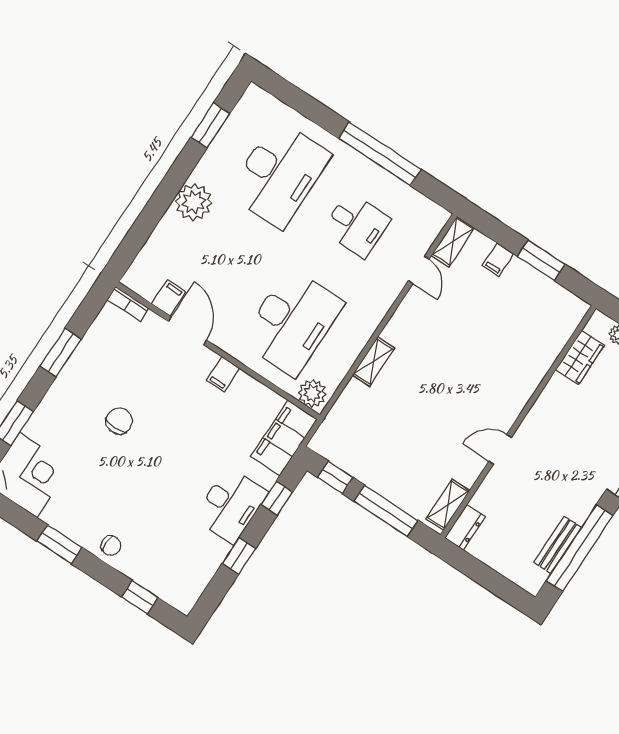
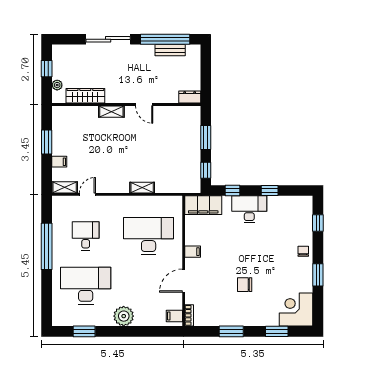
filing cabinet: (169, 298) -> (174, 316), moved
wardrobe: (580, 357) -> (85, 96), width x1.50
plant: (312, 393) -> (175, 206), removed
shelving: (448, 505) -> (111, 112), moved
window: (386, 511) -> (206, 138), width x0.69

